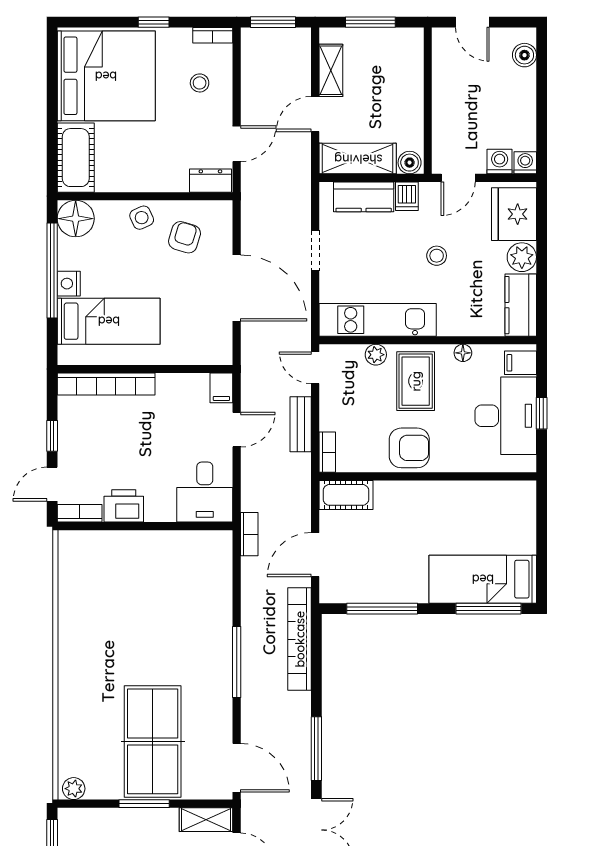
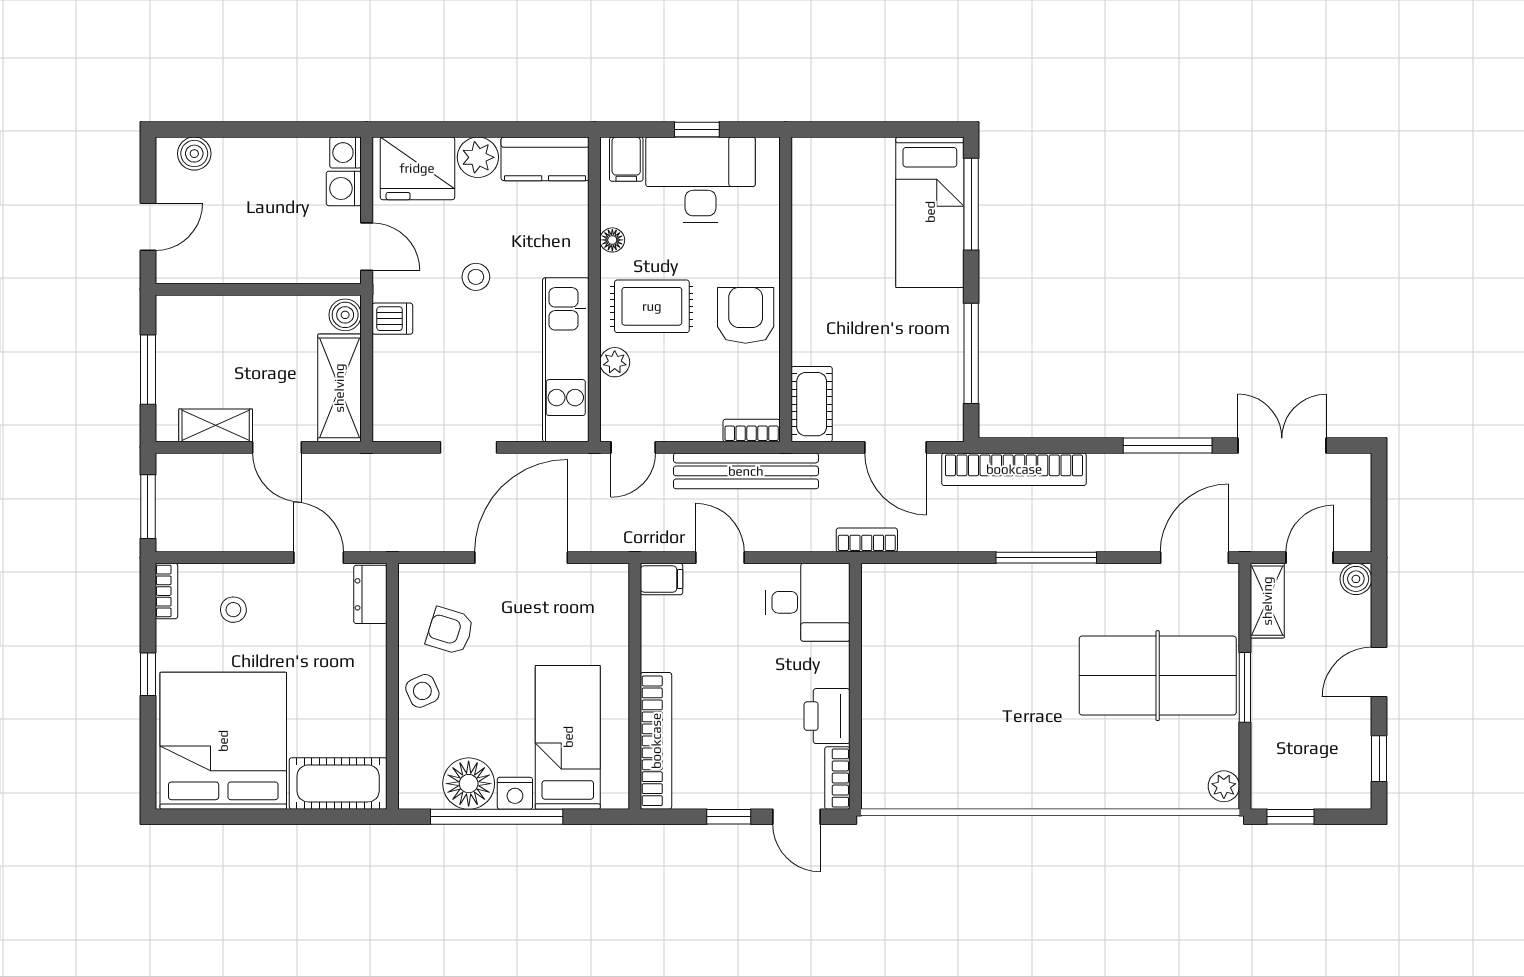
kitchen counter: (364, 197) -> (393, 379), removed
floor lamp: (76, 219) -> (469, 784), moved
bench: (301, 424) -> (746, 471), width x1.86, depth x1.21

